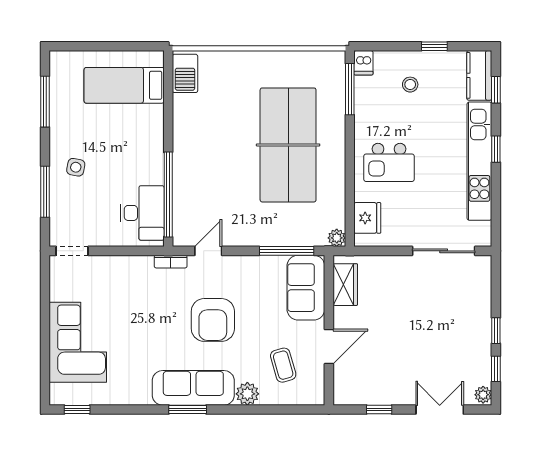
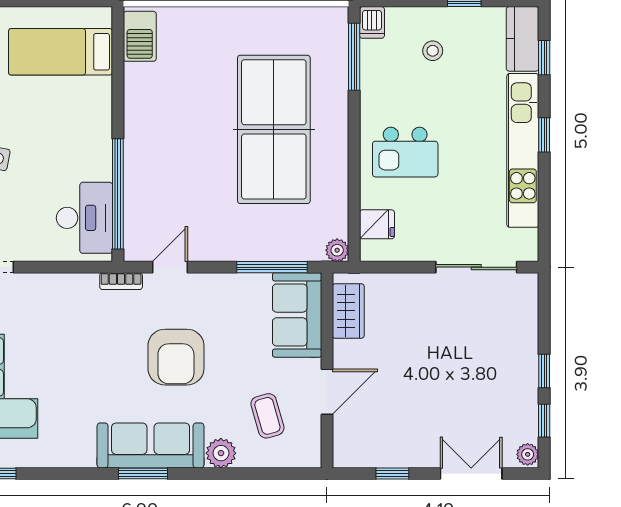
fridge: (367, 218) -> (377, 224), width x0.72

